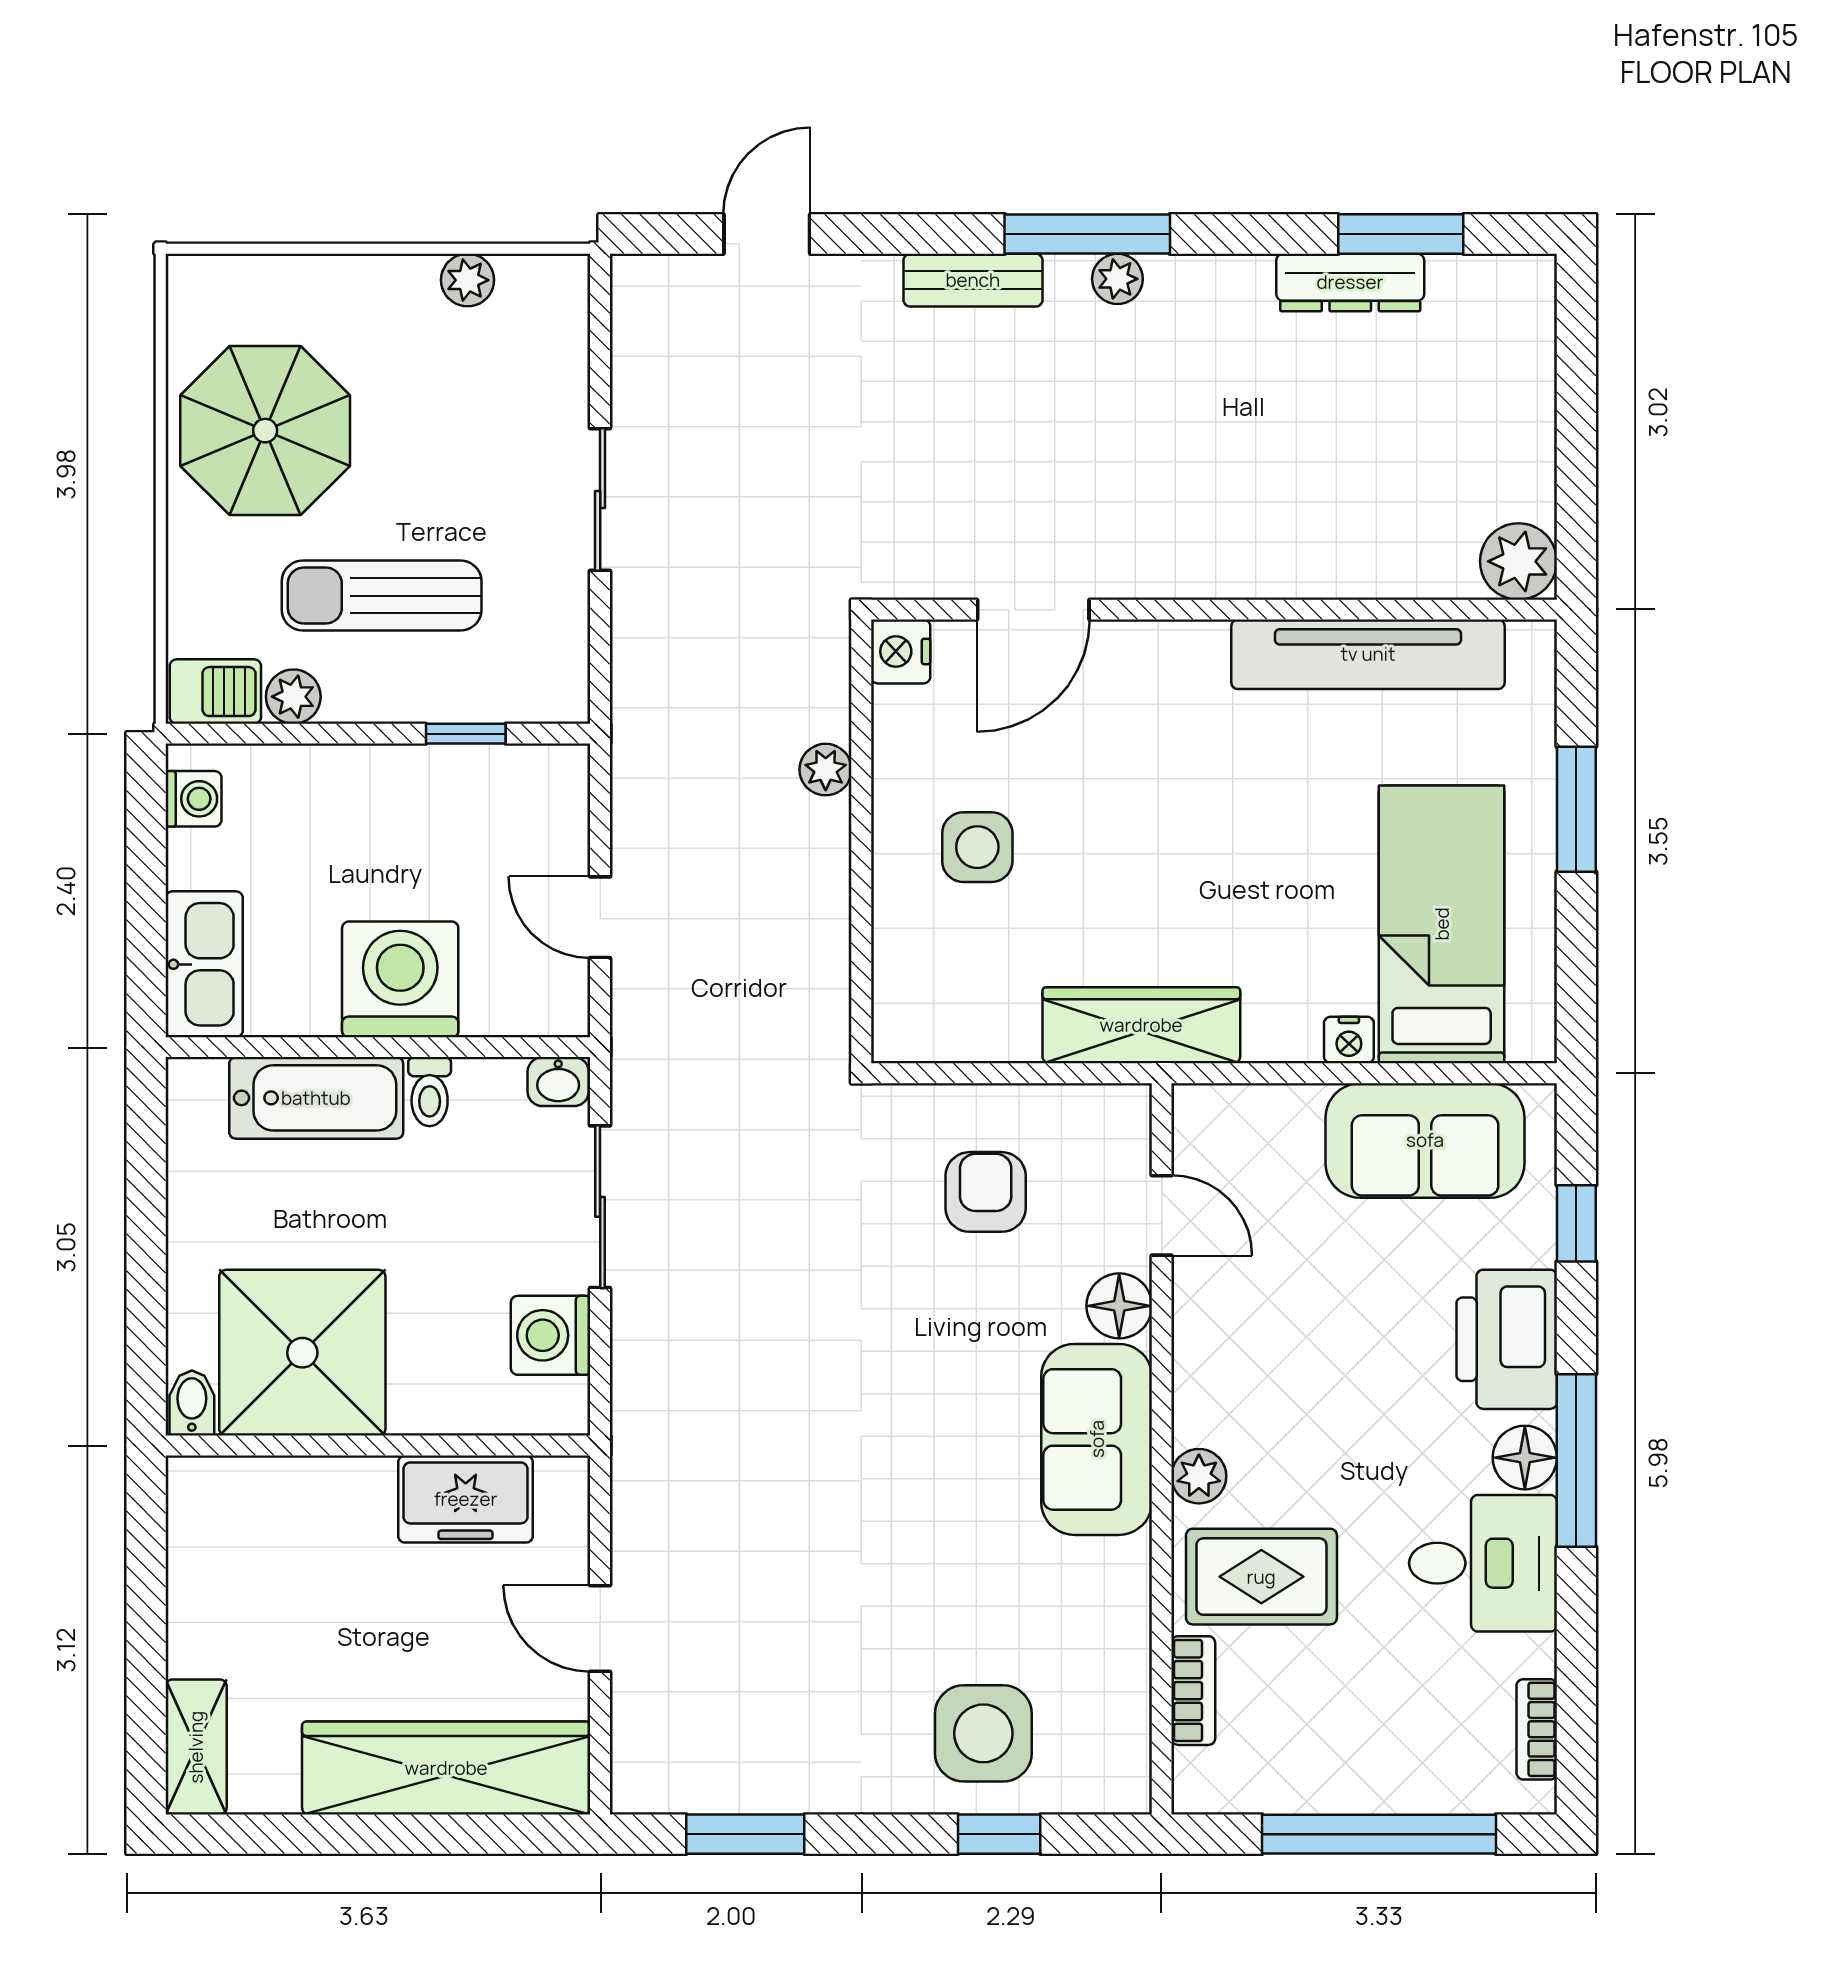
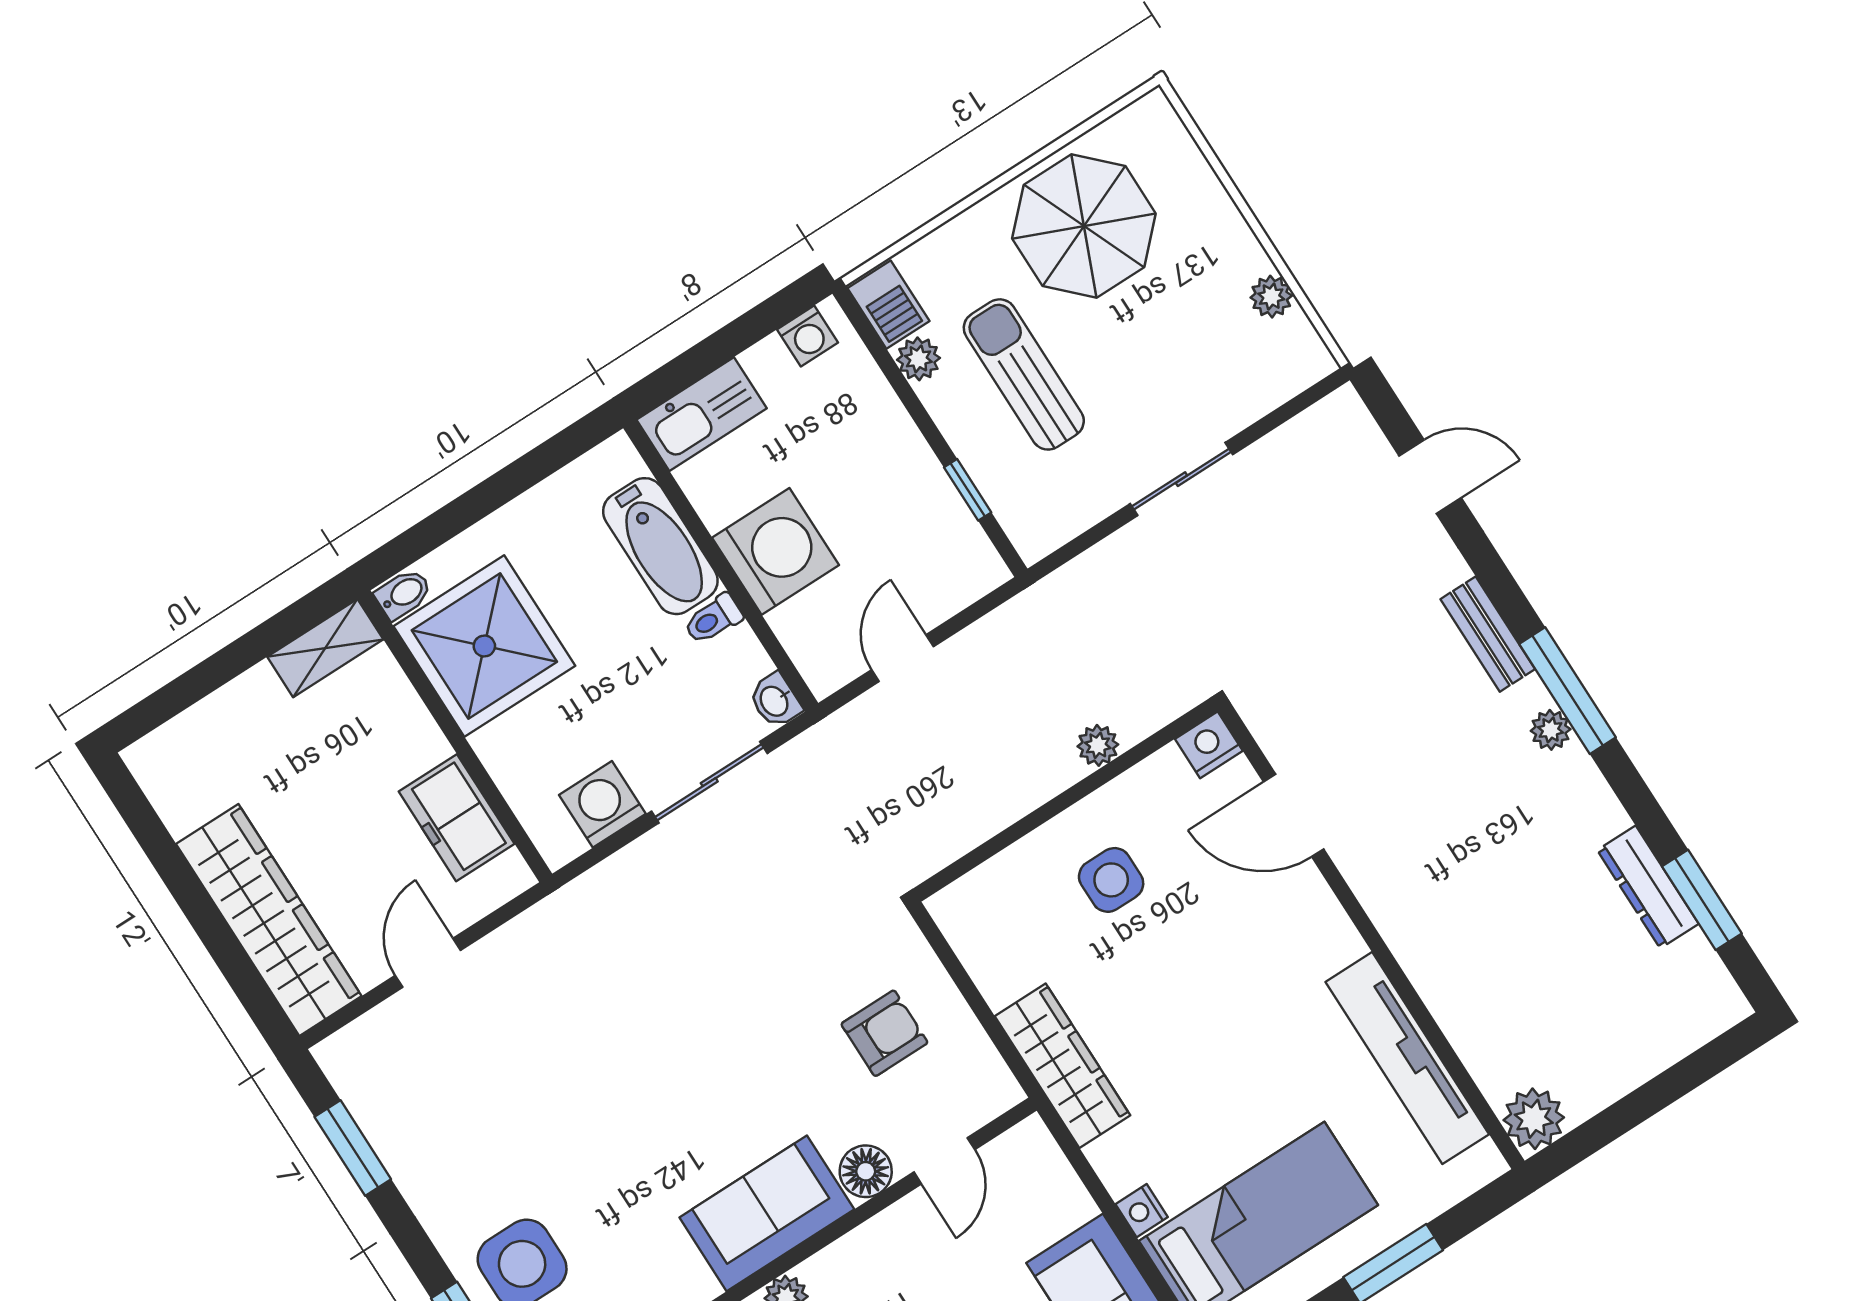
shelving: (196, 1747) -> (325, 648), moved

